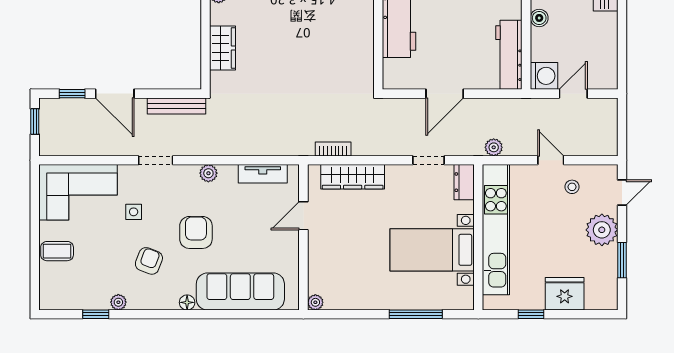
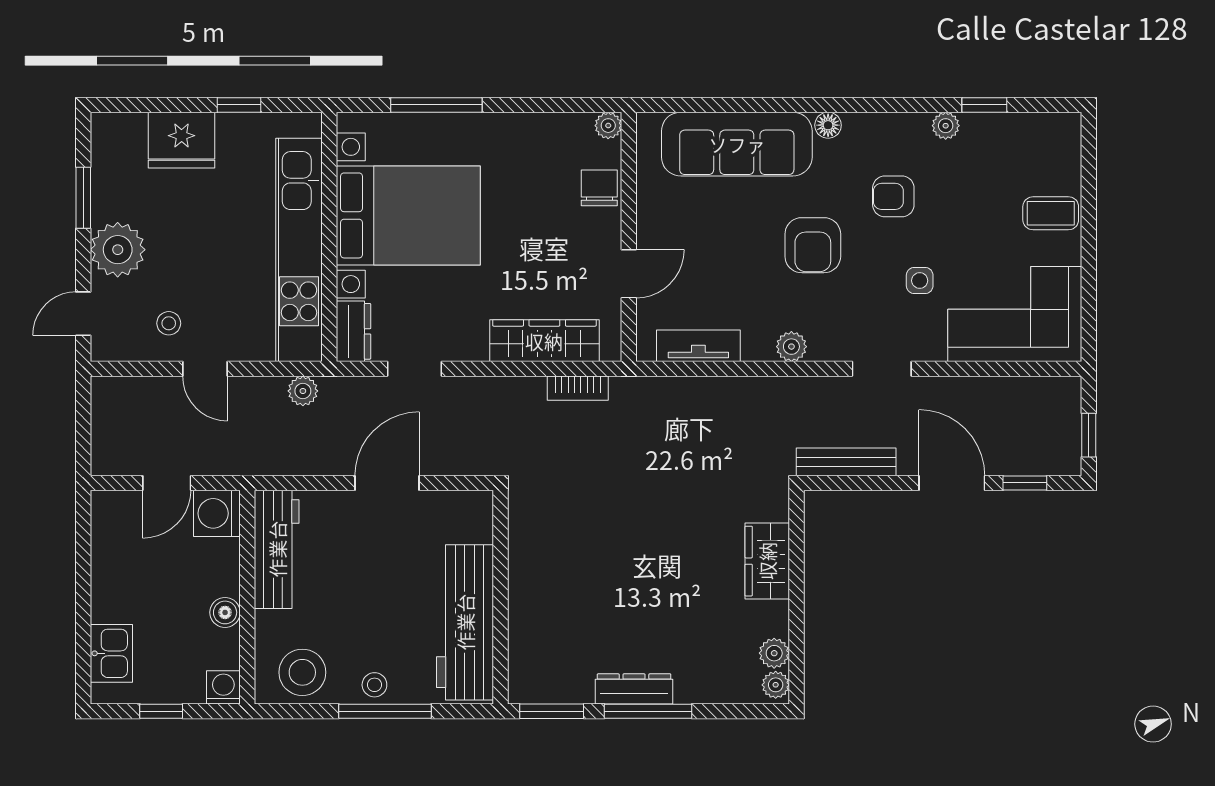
bed with nightstands: (432, 250) -> (408, 215), width x1.36
armchair: (149, 261) -> (893, 196), turned 69
chair: (321, 266) -> (599, 188), added

